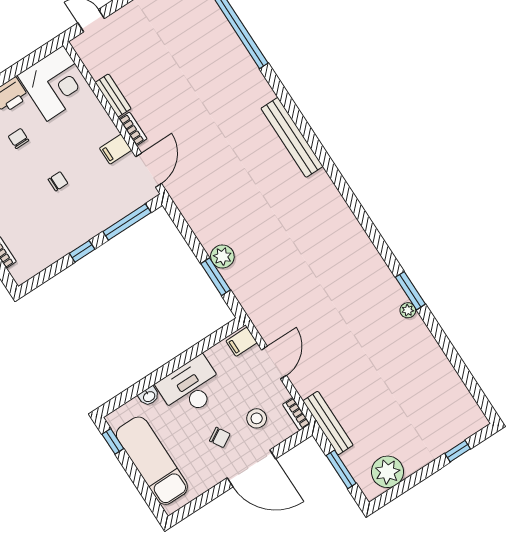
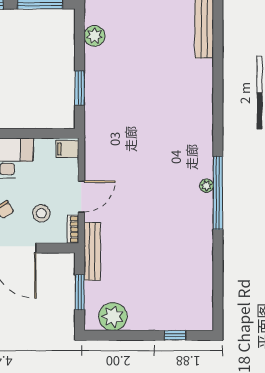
plant: (222, 256) -> (95, 36), moved
window: (410, 291) -> (218, 193), width x2.11
plant: (408, 310) -> (206, 186), moved
door: (274, 363) -> (81, 196), moved

